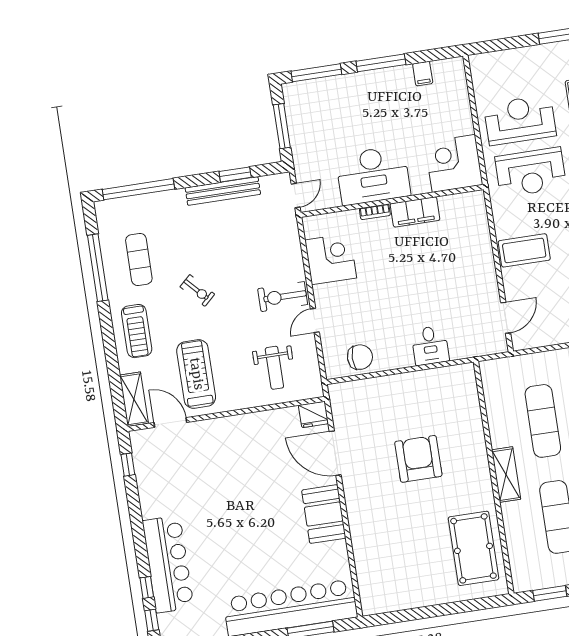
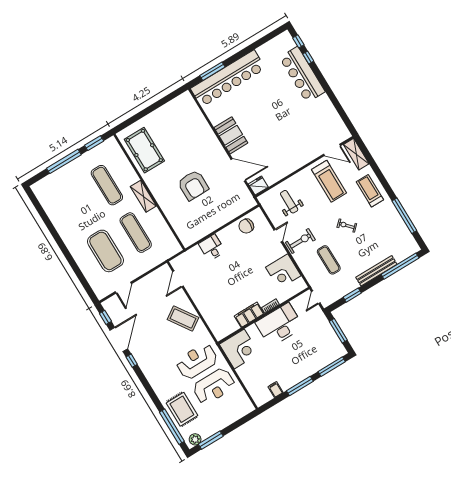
bench: (223, 191) -> (376, 271), moved
coffee table: (524, 250) -> (183, 318), turned 56
exercise mat: (139, 259) -> (329, 260), moved
window: (128, 465) -> (345, 118), removed

